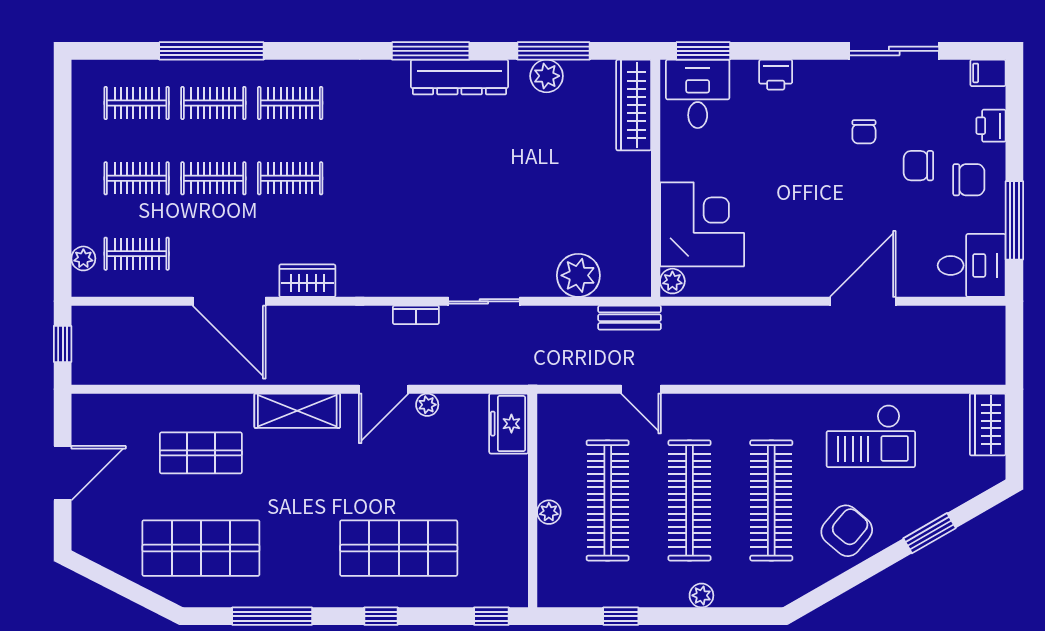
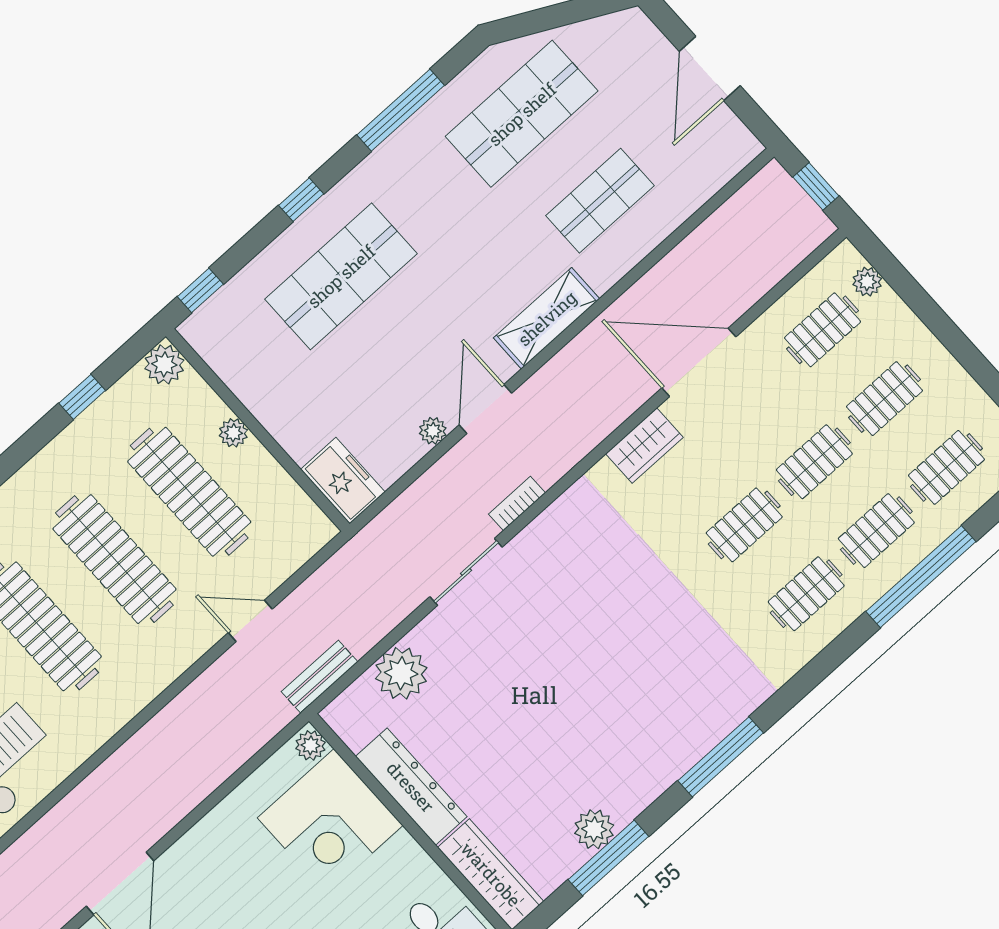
dresser: (460, 77) -> (411, 787), moved, turned 90
plant: (701, 595) -> (164, 364), moved, width x1.38, depth x1.38

